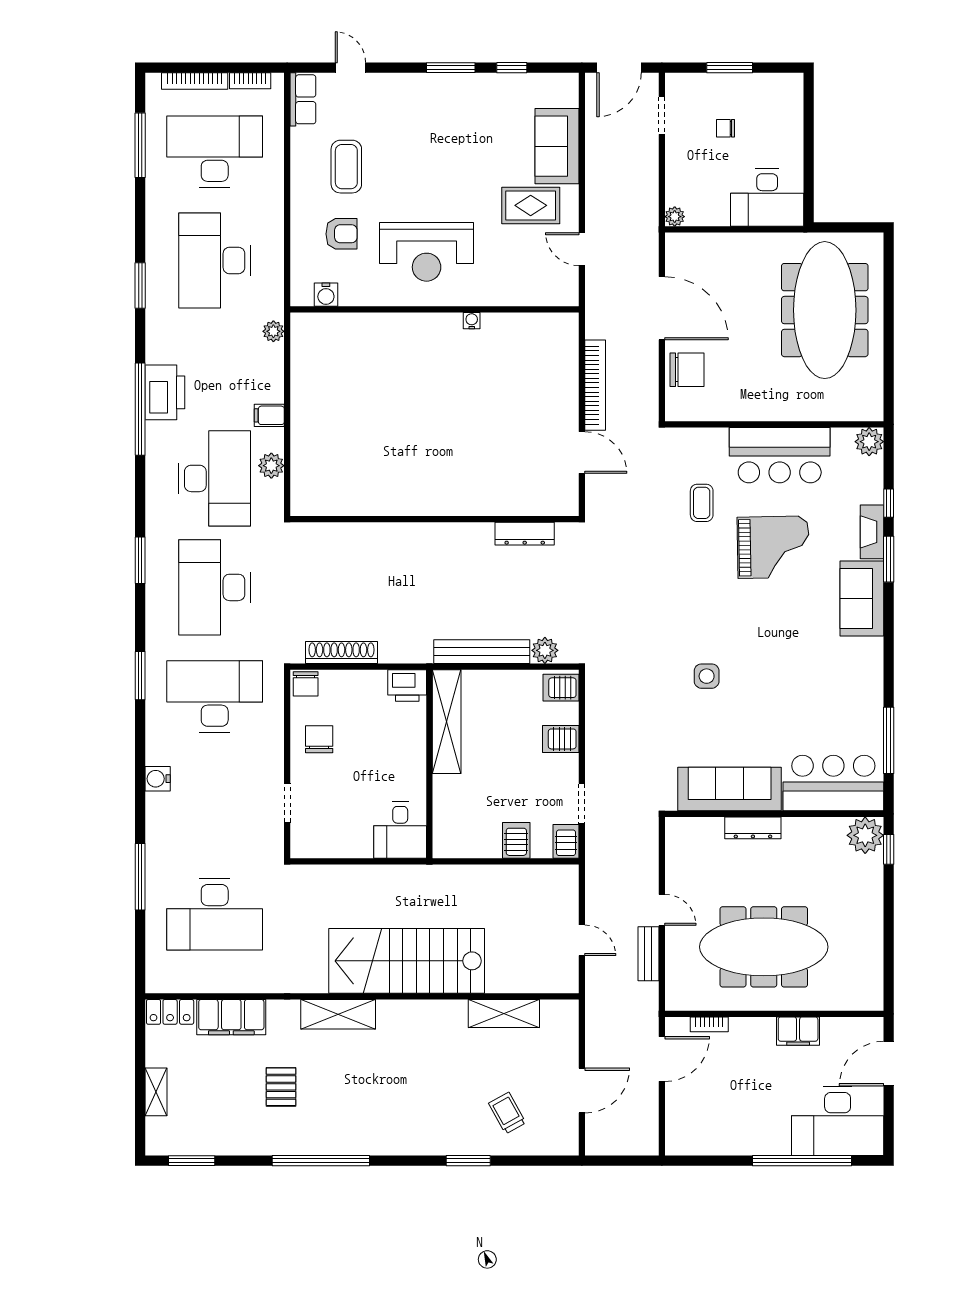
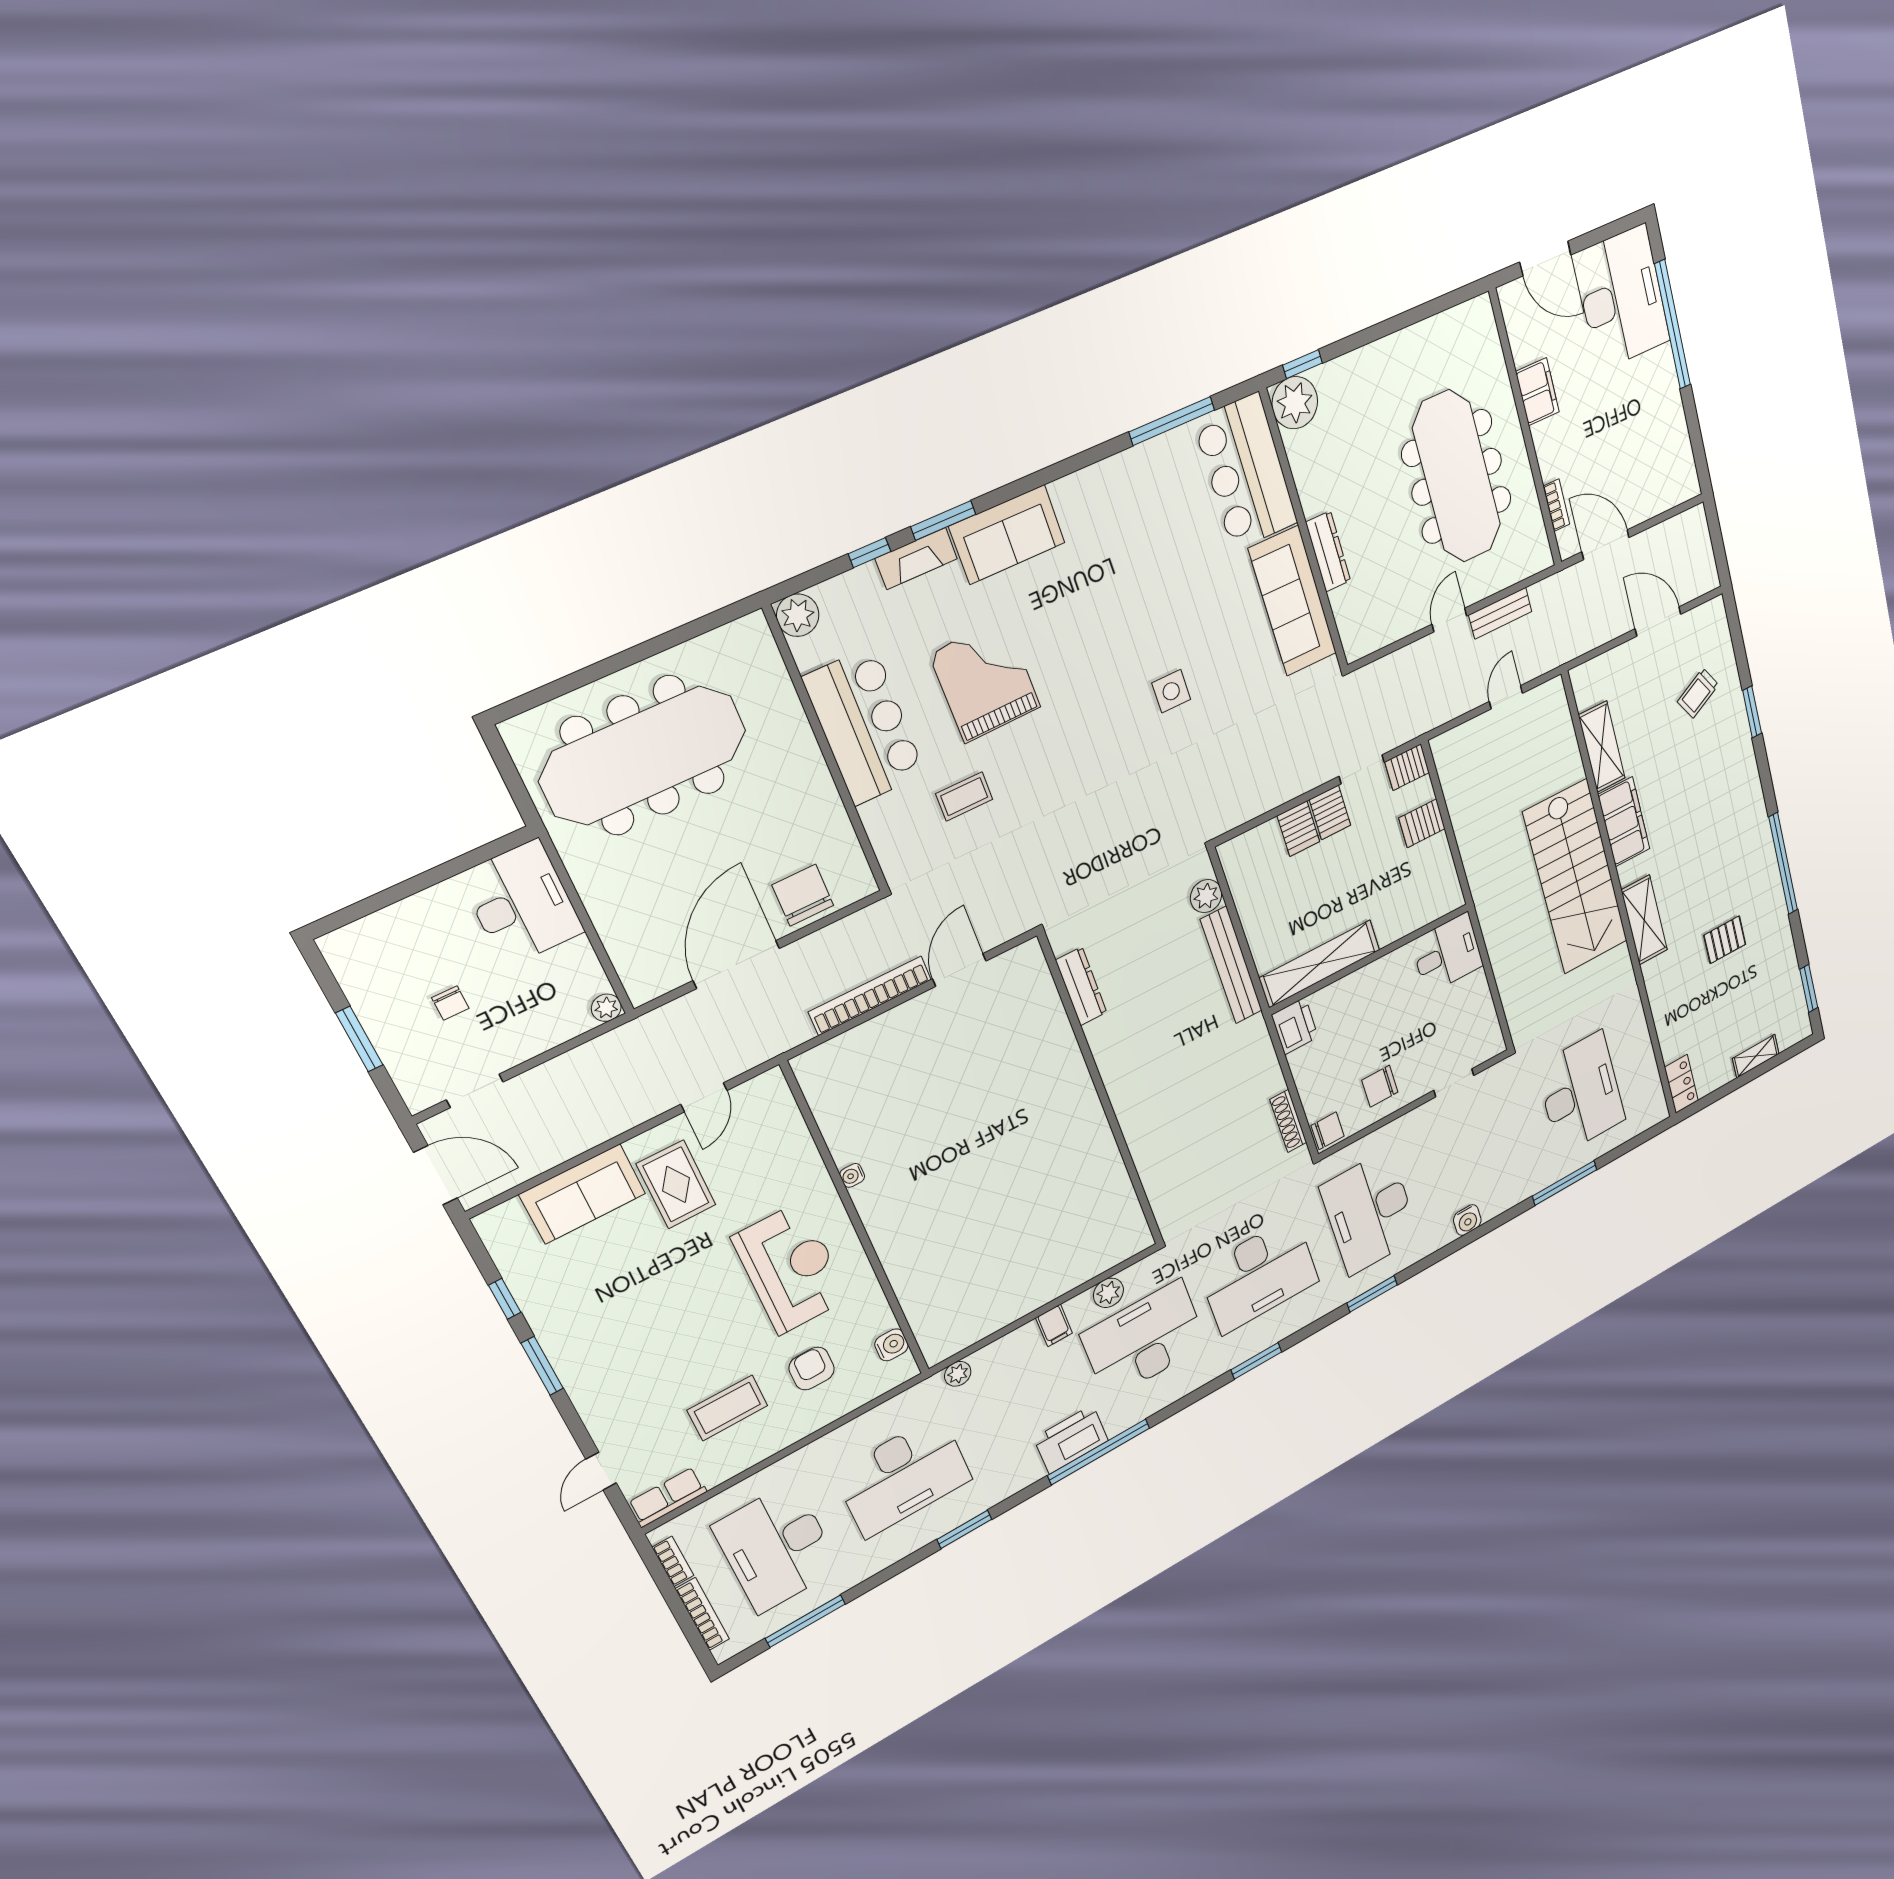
shoe rack: (341, 652) -> (1288, 1121), width x0.74, depth x0.81
server rack: (561, 688) -> (1330, 812), moved
filing cabinet: (231, 1017) -> (1624, 822), moved

